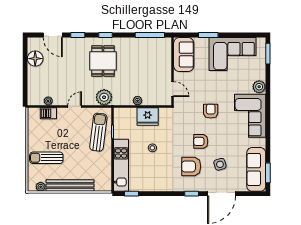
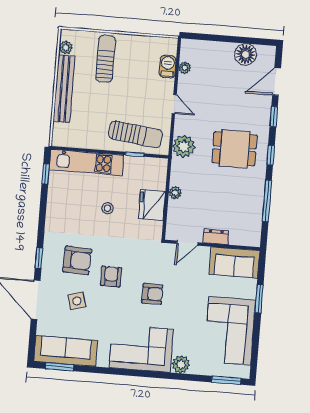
window: (150, 35) -> (267, 201), moved
dresser: (166, 69) -> (216, 237), added
armchair: (191, 166) -> (77, 260), turned 93

